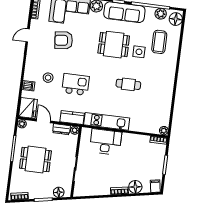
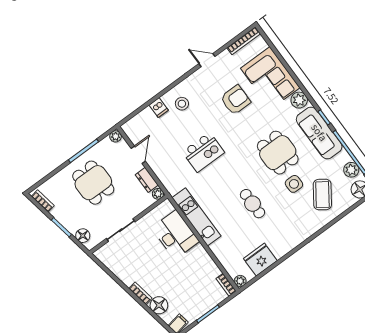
armchair: (64, 40) -> (235, 100), turned 96
coffee table: (159, 42) -> (322, 195), turned -55
stool: (48, 78) -> (182, 104), moved
kitchen island: (75, 84) -> (203, 152), turned 90
fridge: (28, 108) -> (260, 260), moved, turned 180
kitchen counter: (72, 118) -> (168, 180), removed

